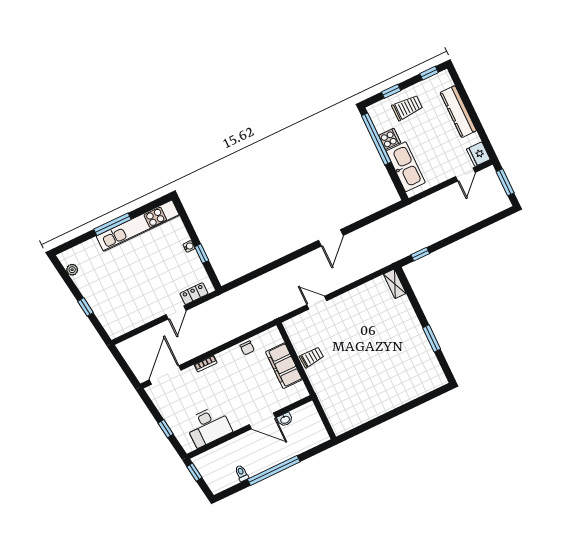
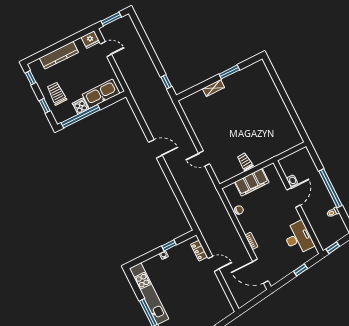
shelving: (395, 284) -> (213, 88), moved
door: (317, 303) -> (204, 159), hinge flipped

